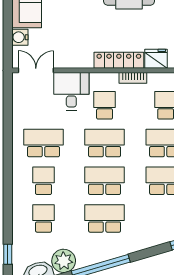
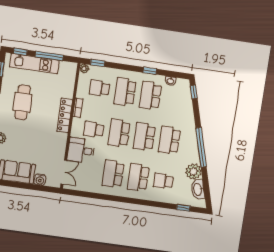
fridge: (156, 59) -> (67, 90), removed
double door: (36, 70) -> (64, 172), swing flipped
school desk: (44, 181) -> (138, 177), width x1.85

